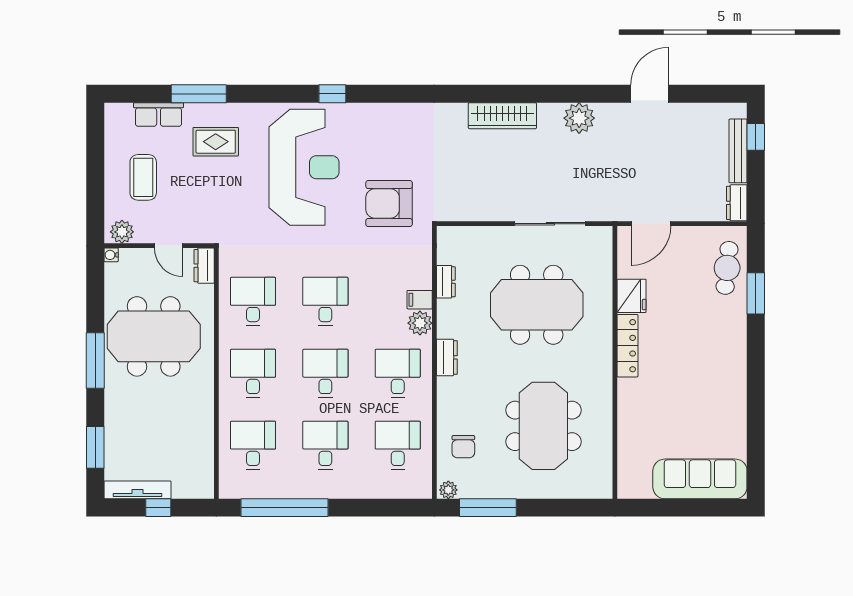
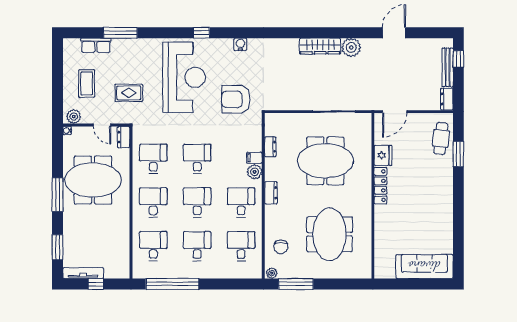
water cooler: (397, 113) -> (240, 44), added
wardrobe: (502, 116) -> (320, 46), moved
rug: (216, 142) -> (129, 93), moved

